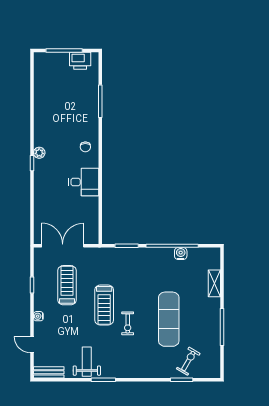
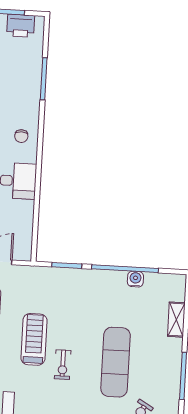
treadmill: (104, 305) -> (34, 339), turned 180

